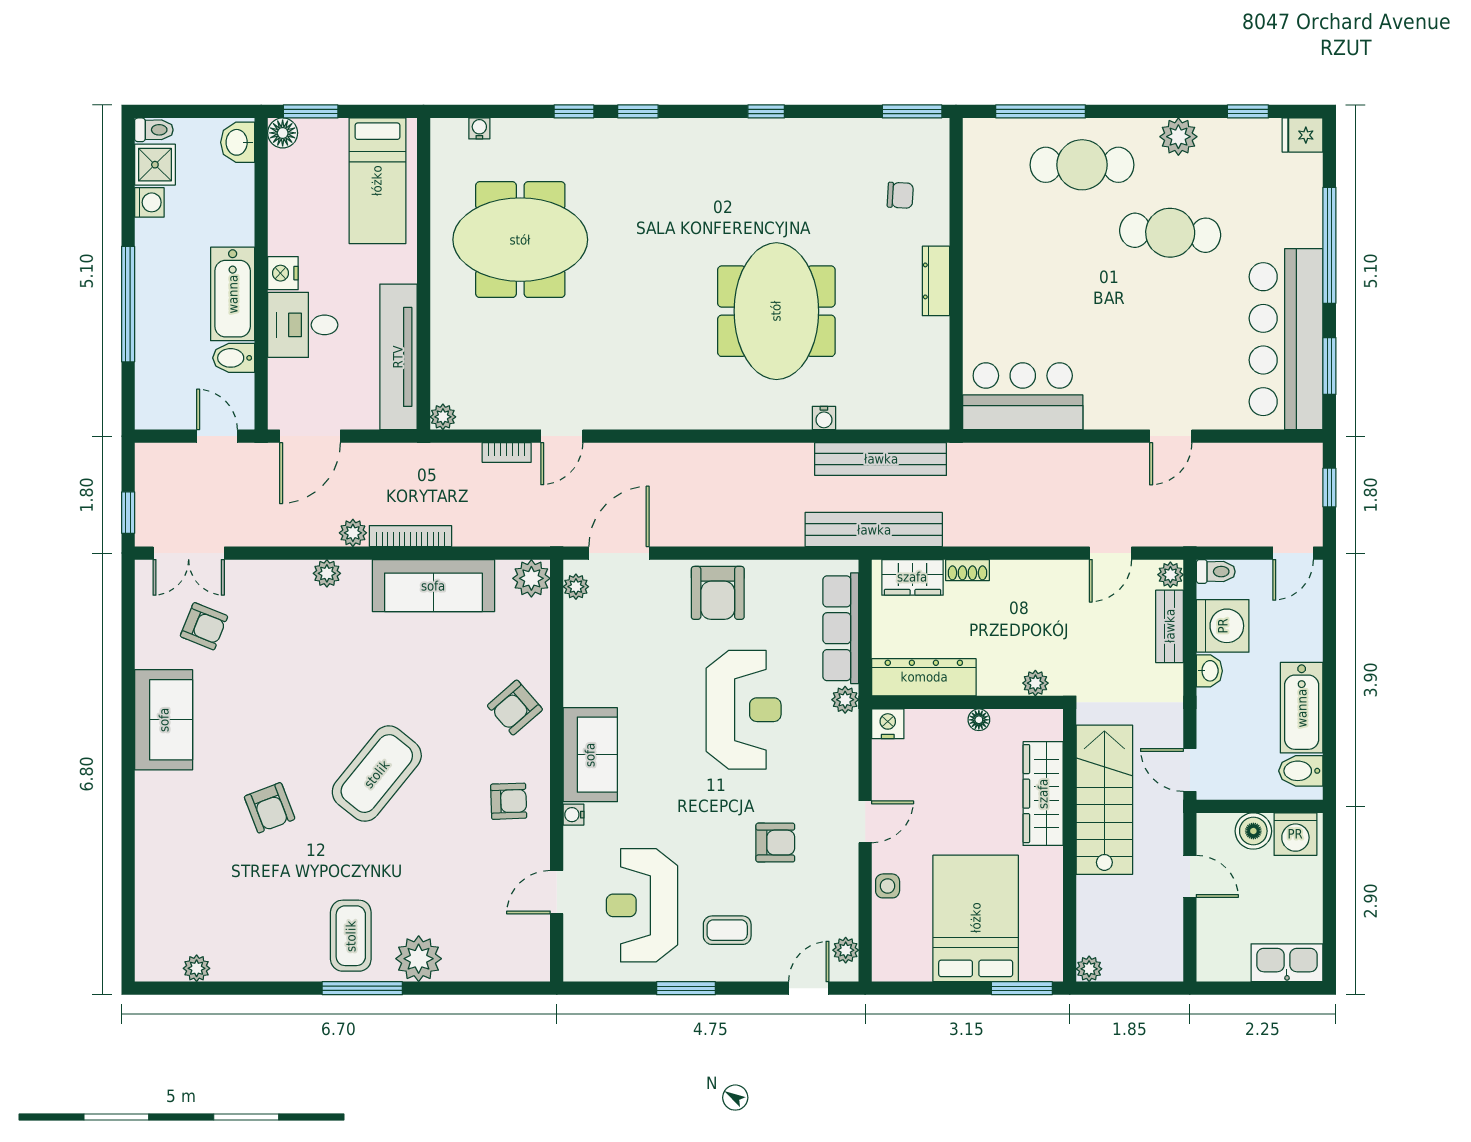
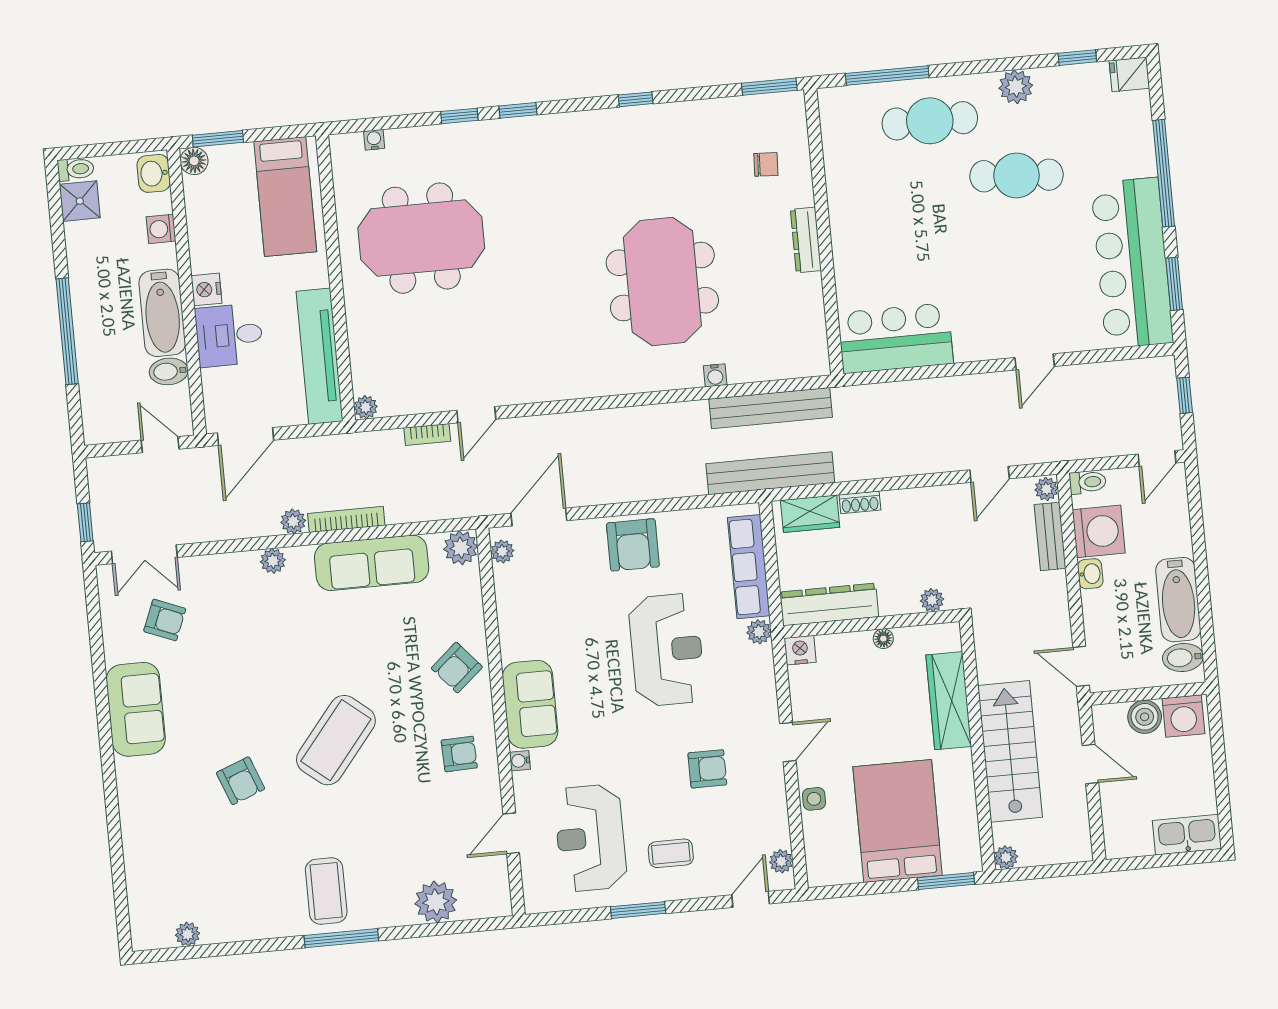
washing machine: (149, 202) -> (161, 229), moved, turned 180
stairs: (1104, 800) -> (1010, 751), moved
plant: (419, 959) -> (436, 902), moved

